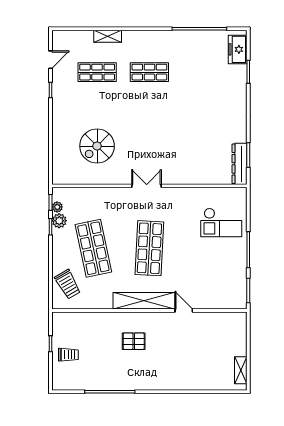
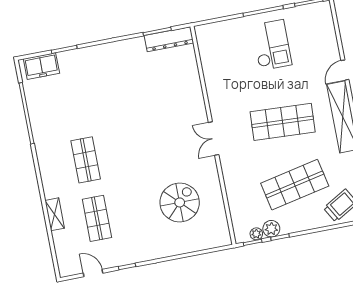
spiral stairs: (97, 146) -> (180, 202), turned -90
checkout: (221, 223) -> (272, 45), moved

